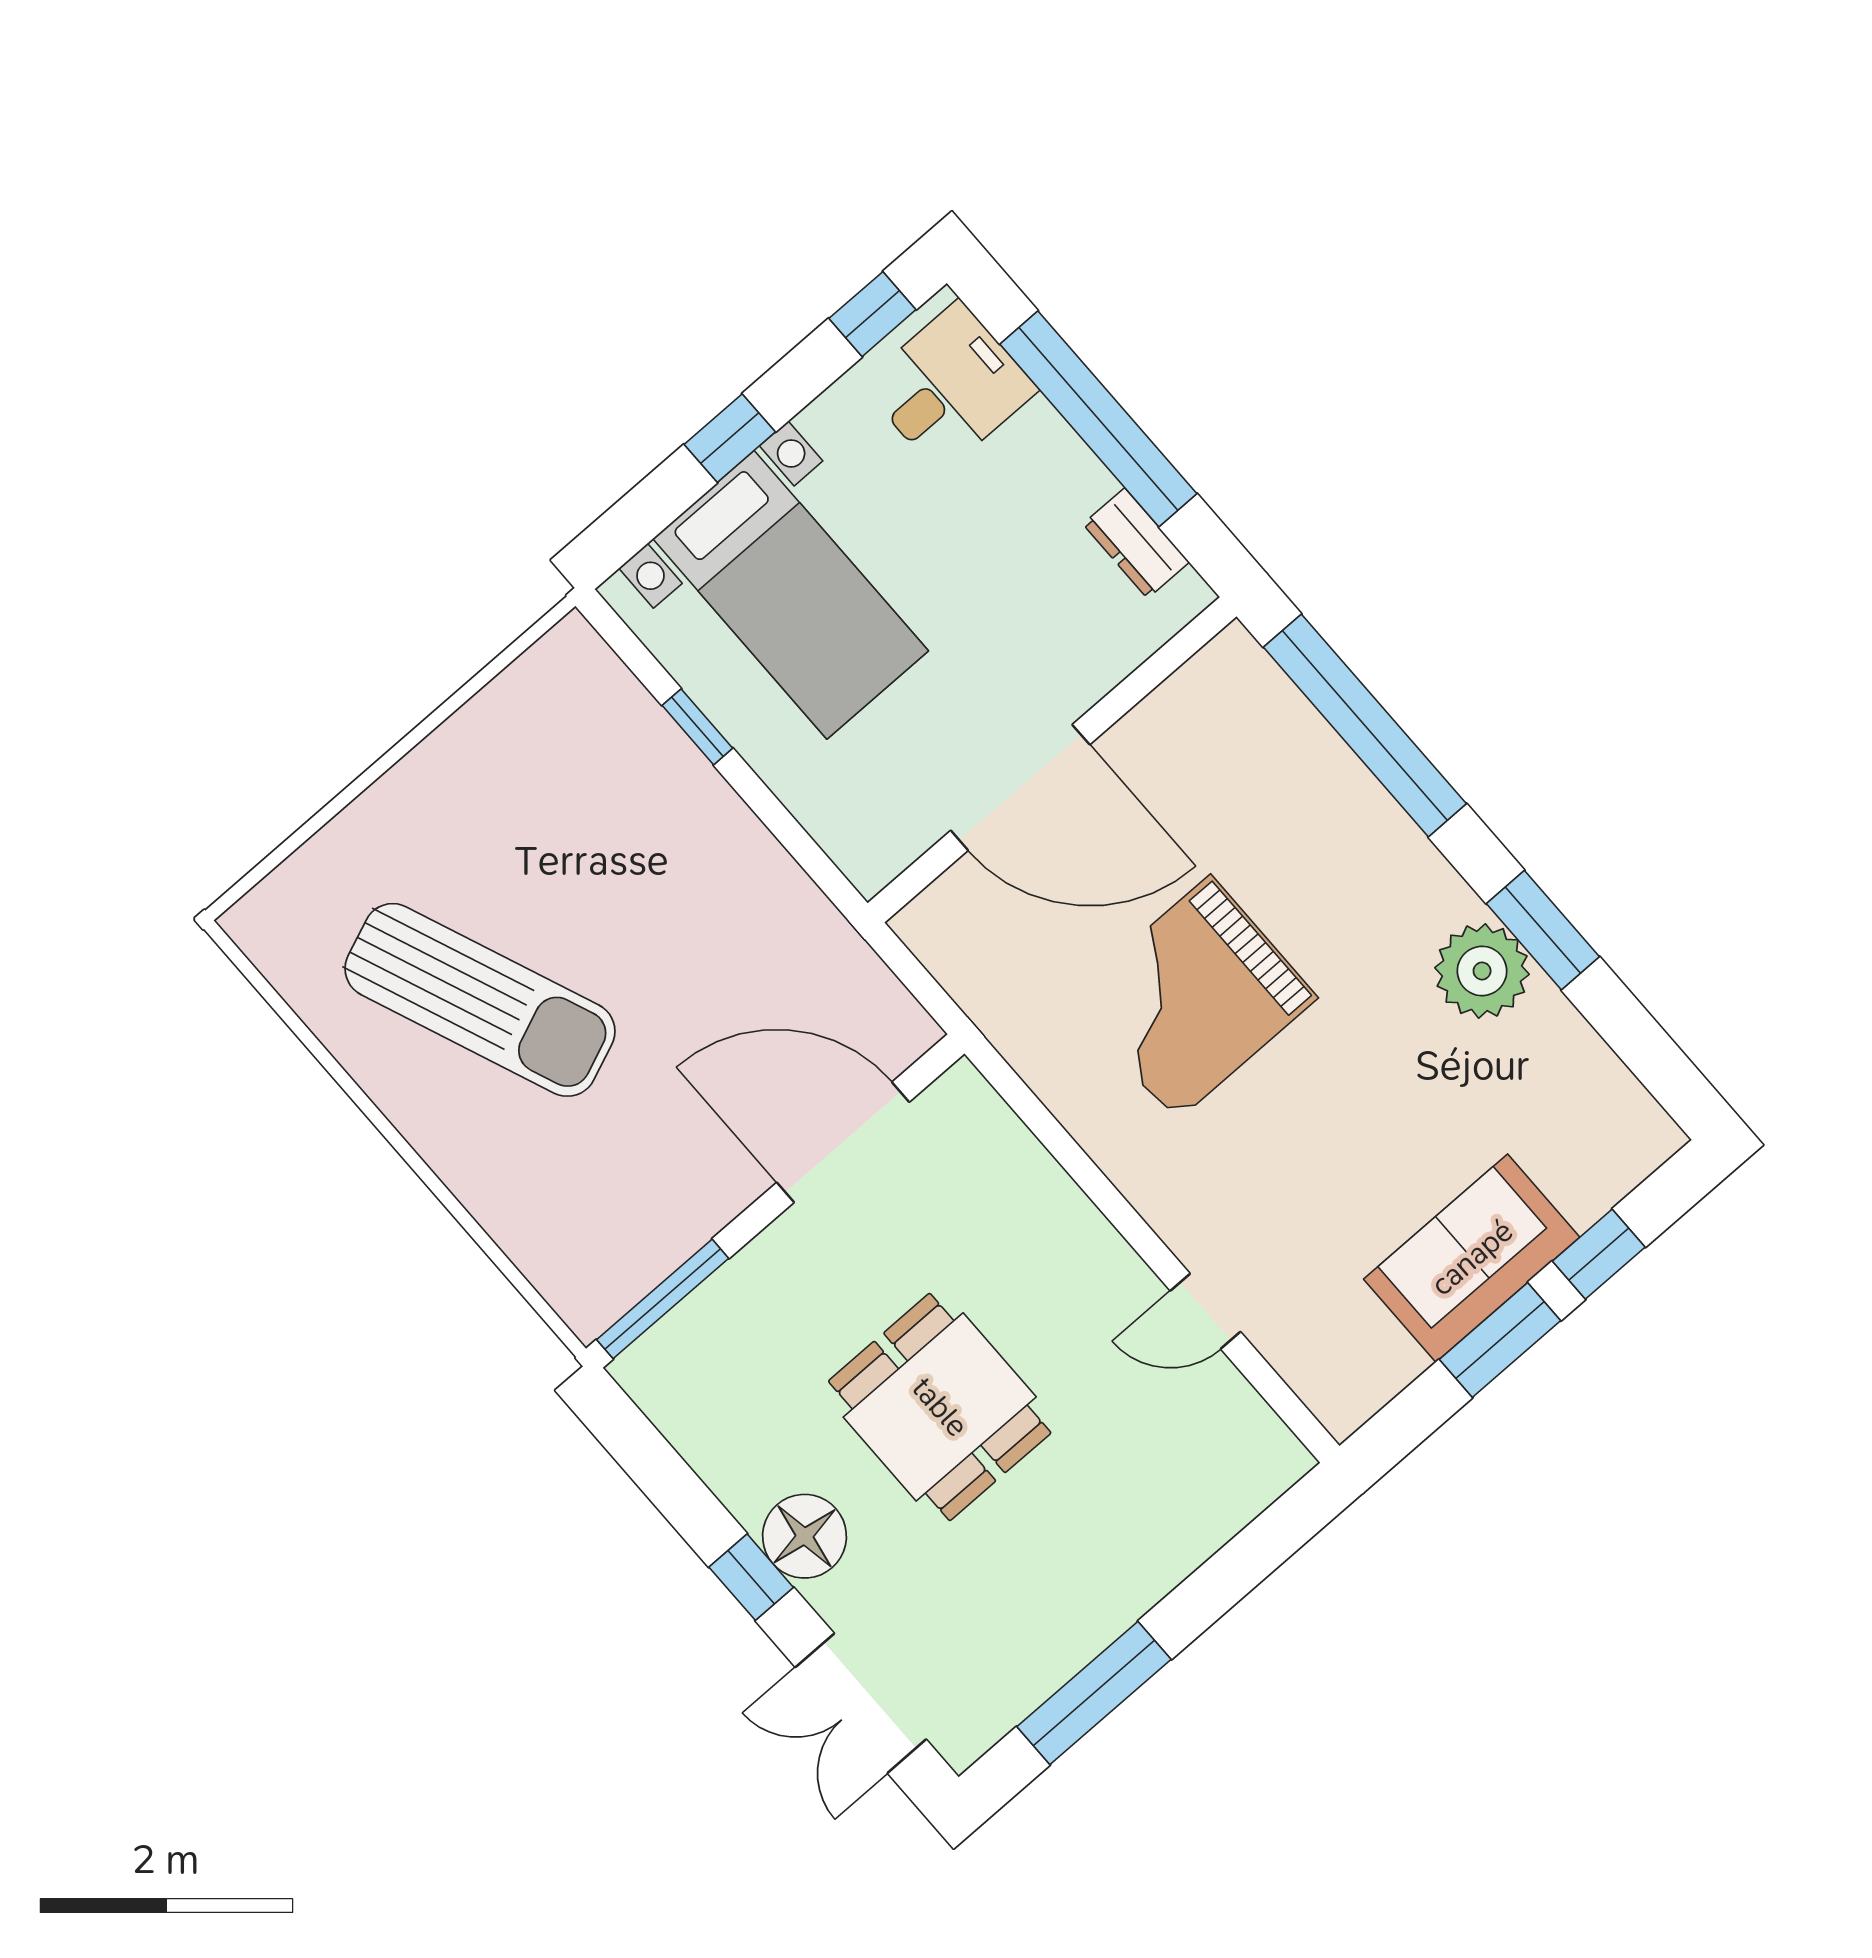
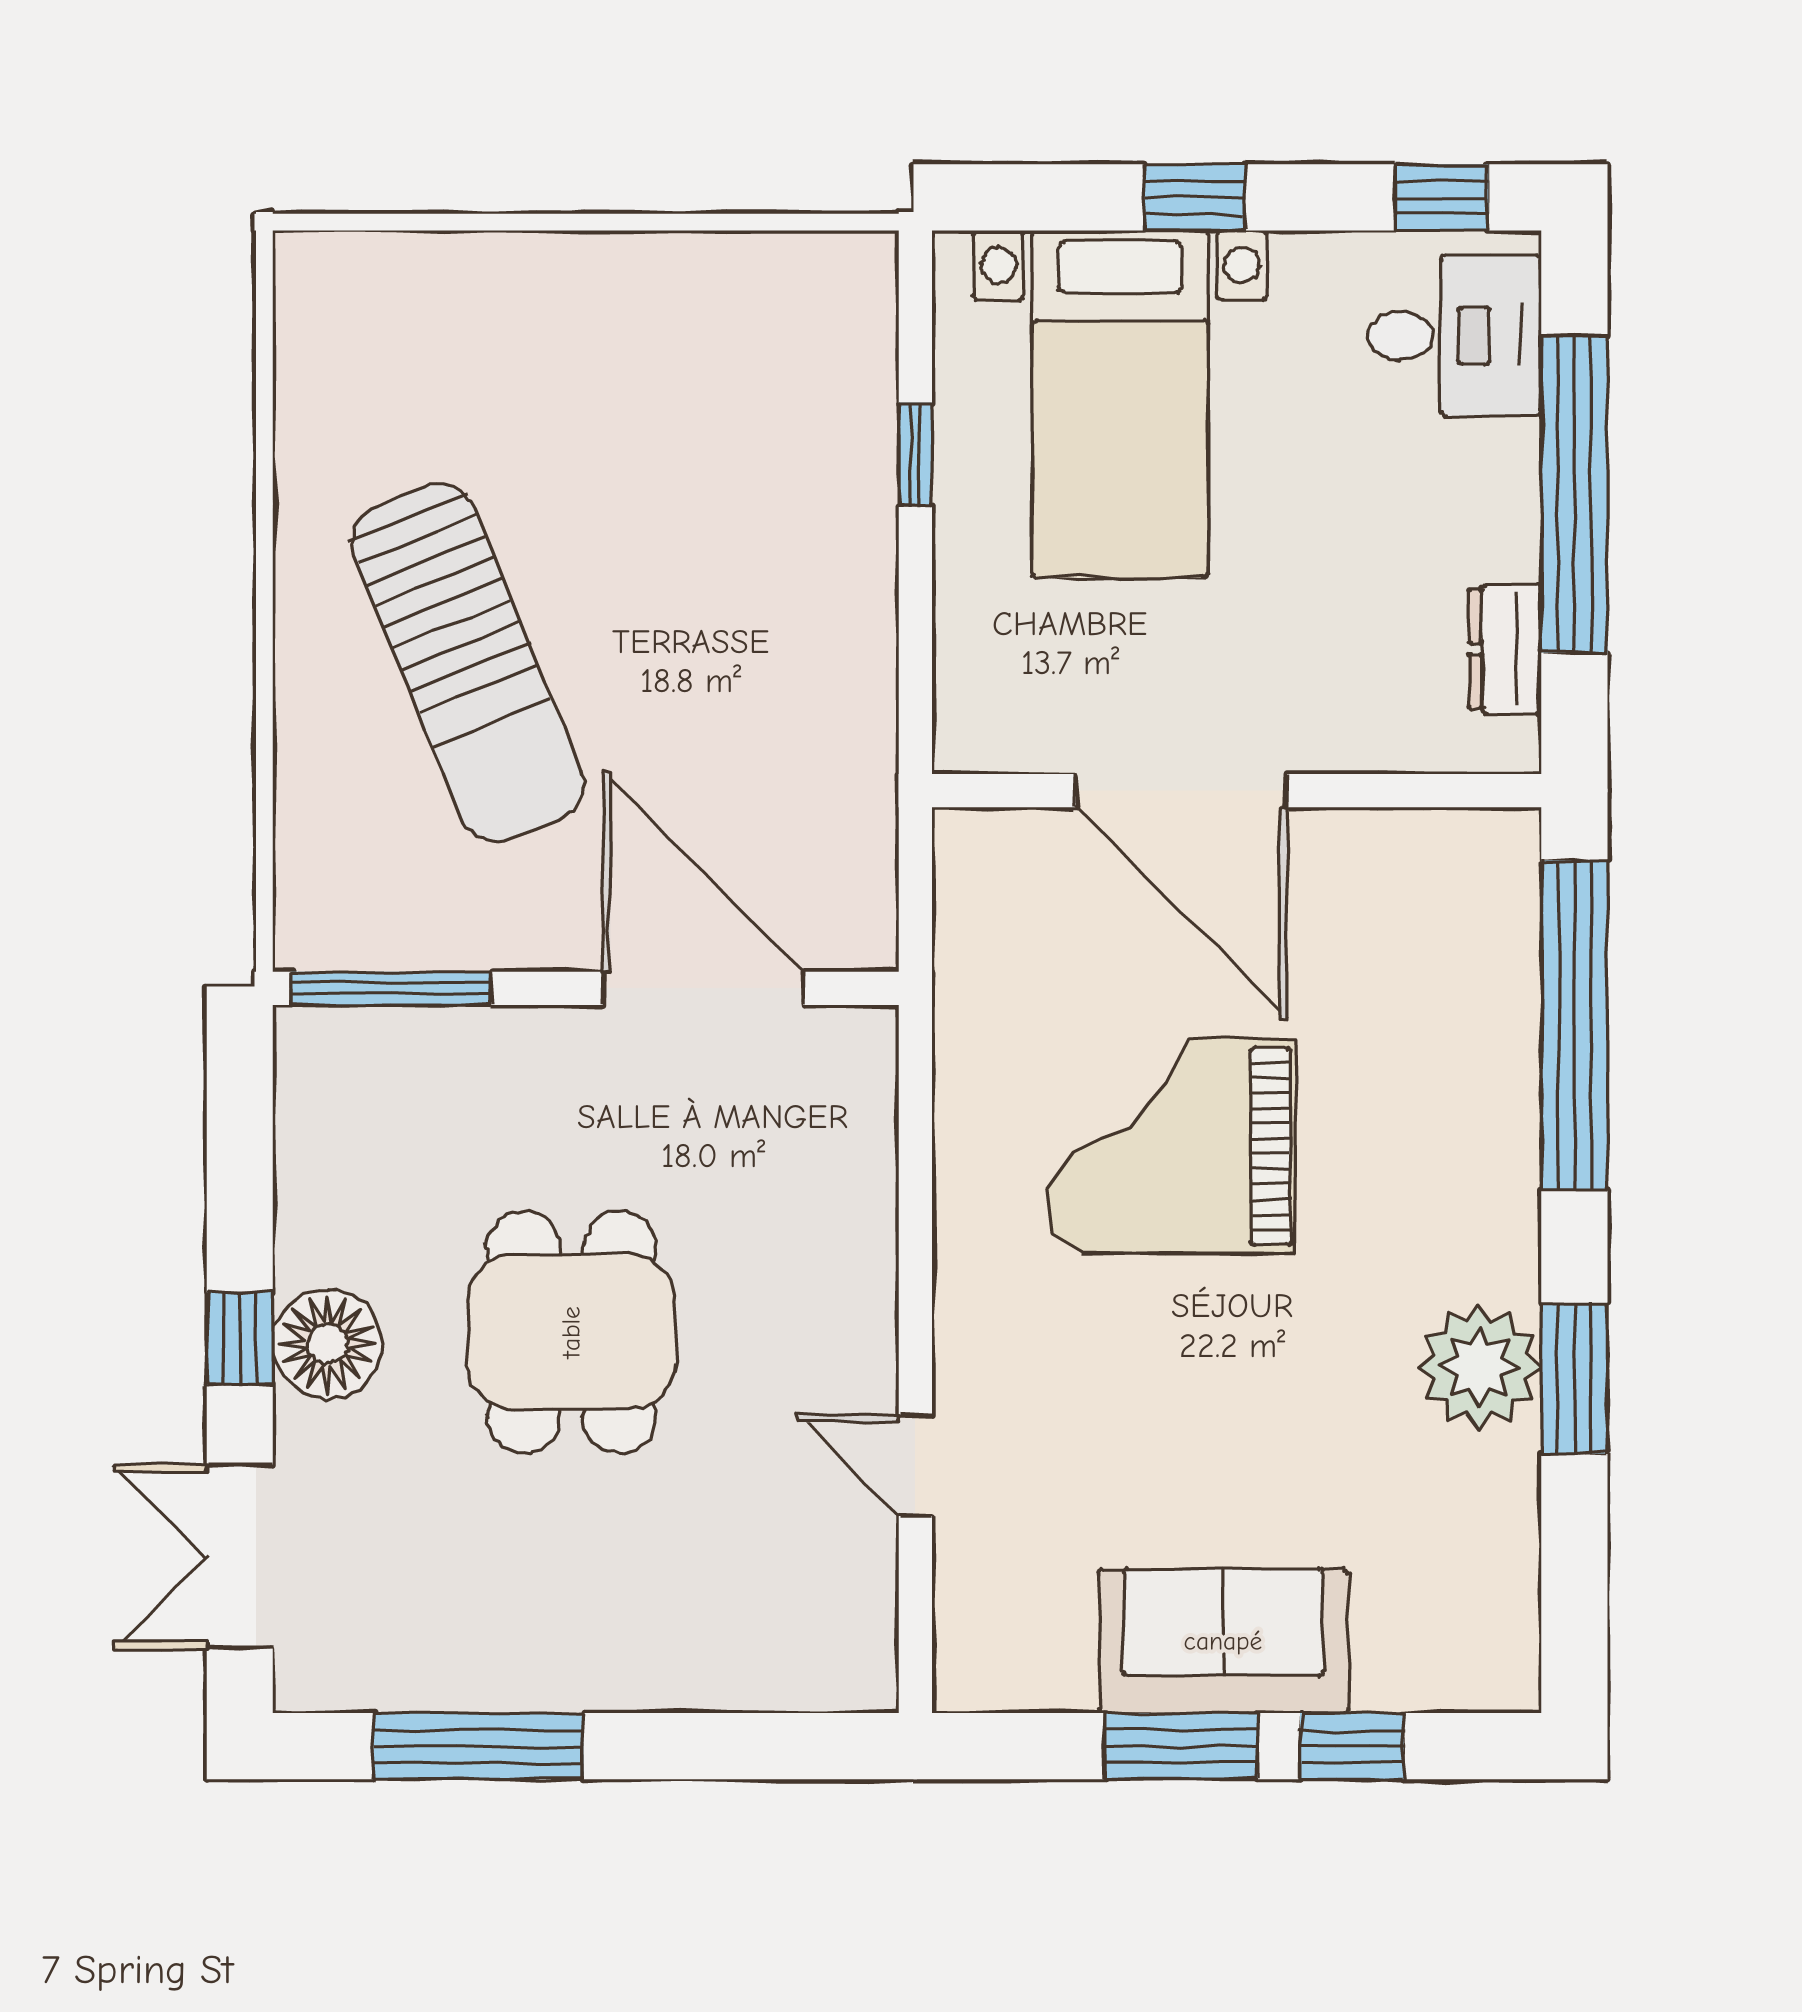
sun lounger: (480, 1000) -> (468, 663), moved

